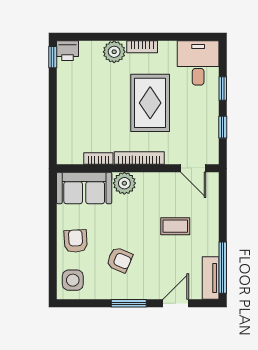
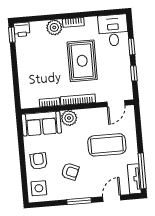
door: (193, 168) -> (116, 104), hinge flipped
coffee table: (175, 226) -> (107, 145), width x1.86, depth x1.72

